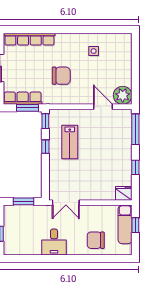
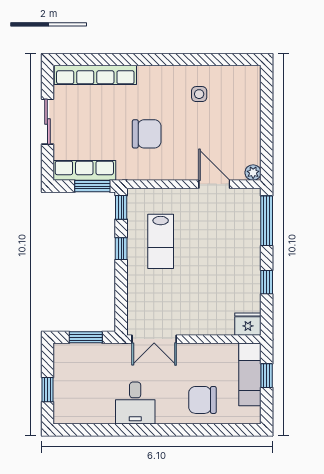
plant: (123, 95) -> (253, 173), width x0.53, depth x0.53

